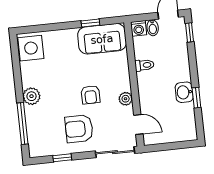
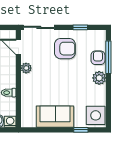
window: (90, 23) -> (81, 130), moved
sofa: (102, 39) -> (55, 117), moved
armchair: (91, 95) -> (98, 58), moved

